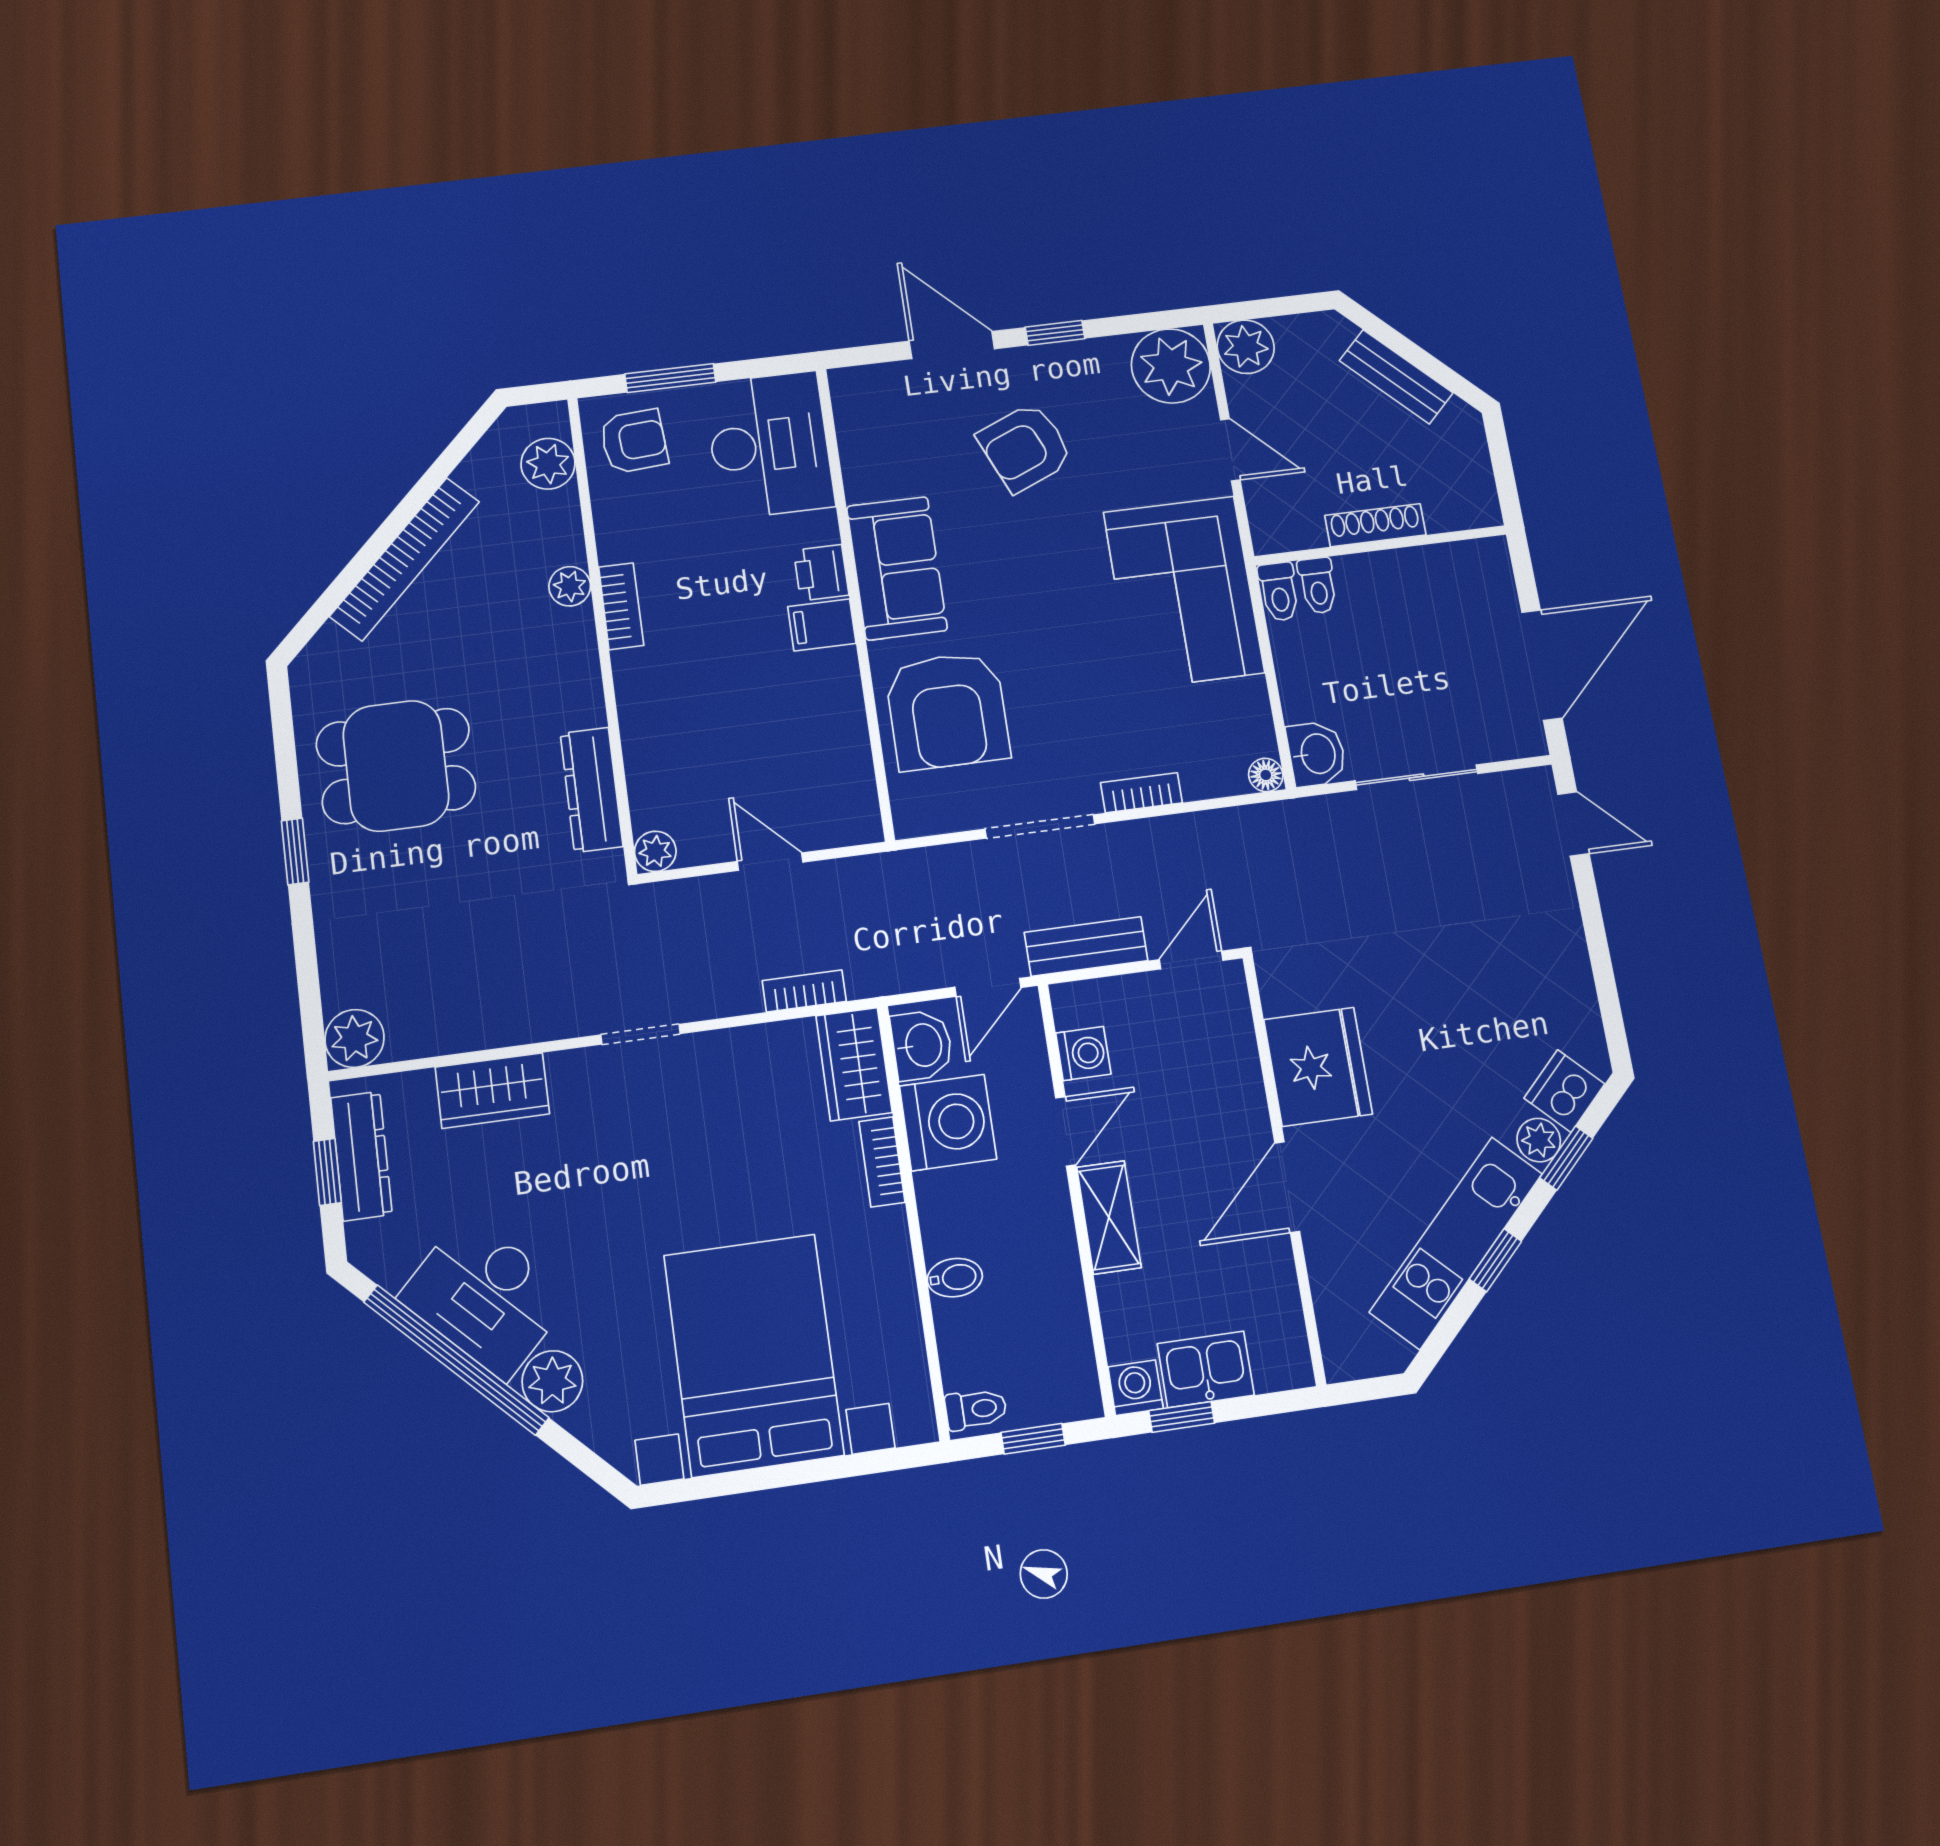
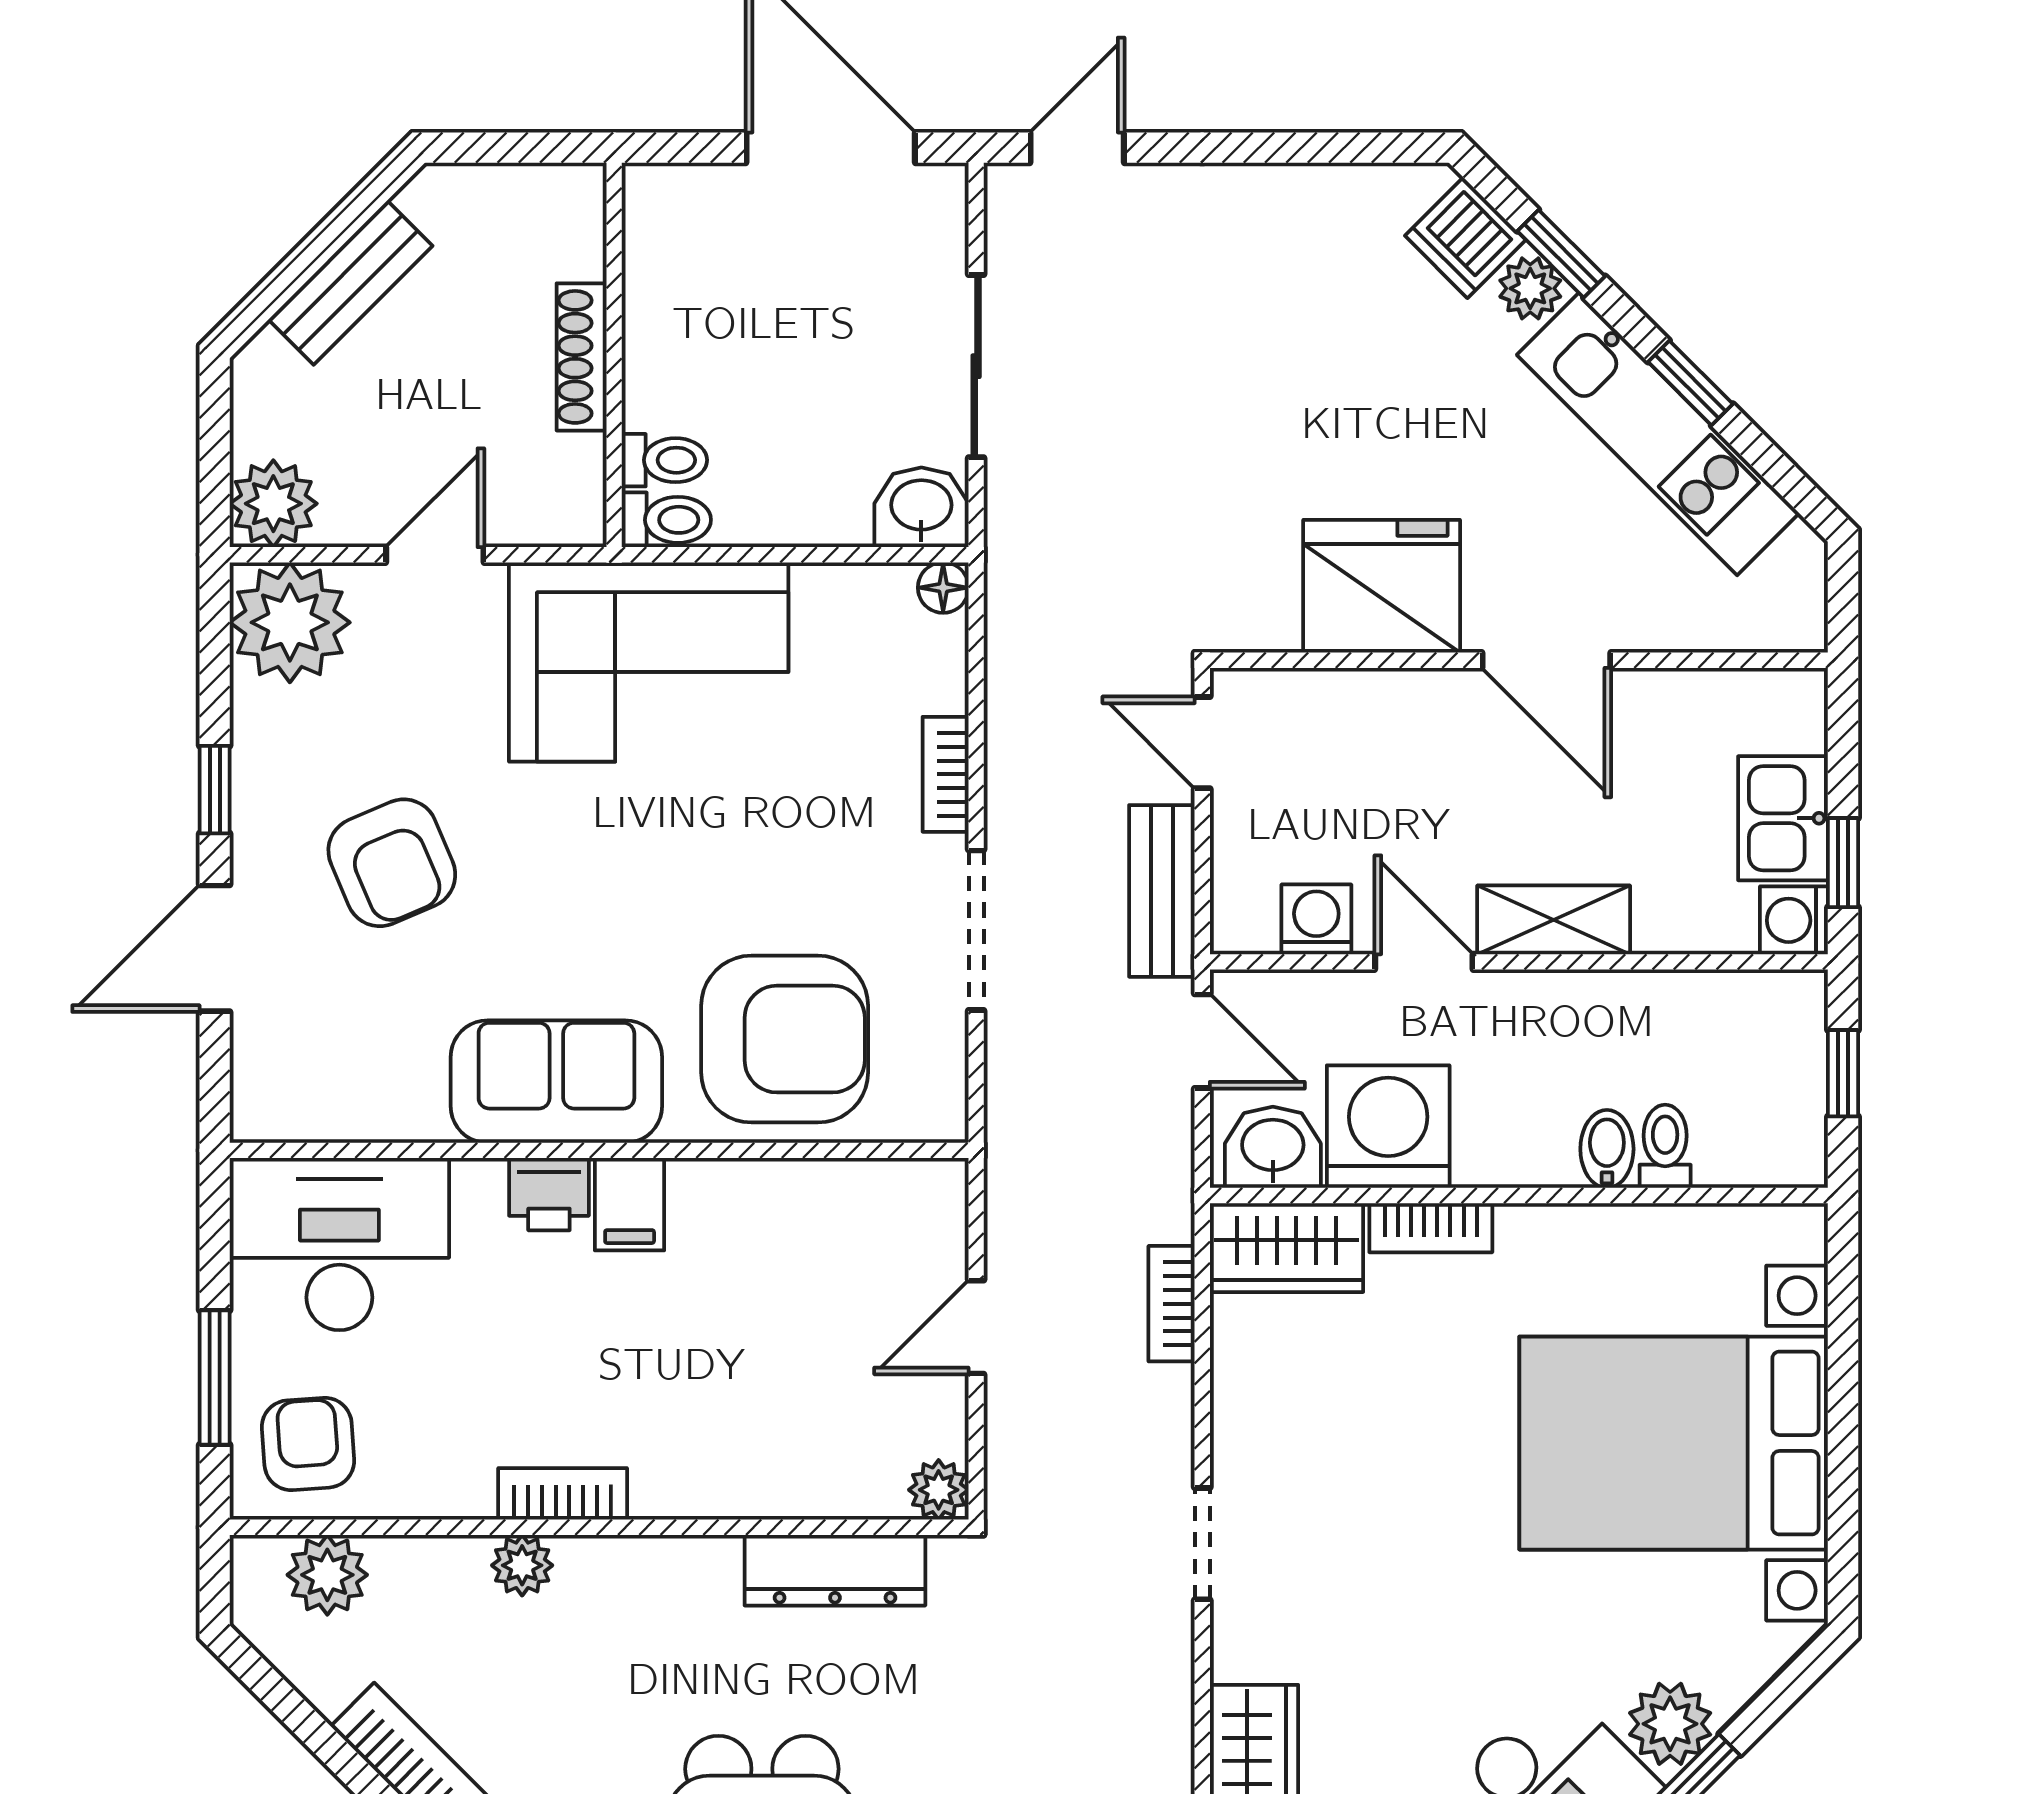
toilet: (976, 1409) -> (1665, 1146), moved

